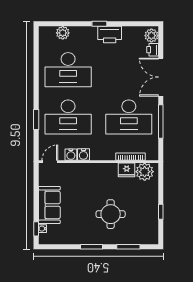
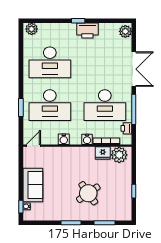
plant: (63, 33) -> (32, 29), moved
printer: (153, 50) -> (126, 128), moved
double door: (161, 77) -> (134, 69), swing flipped
water cooler: (71, 155) -> (87, 139), moved
round table: (111, 214) -> (88, 193), turned -35

